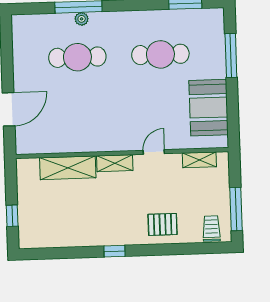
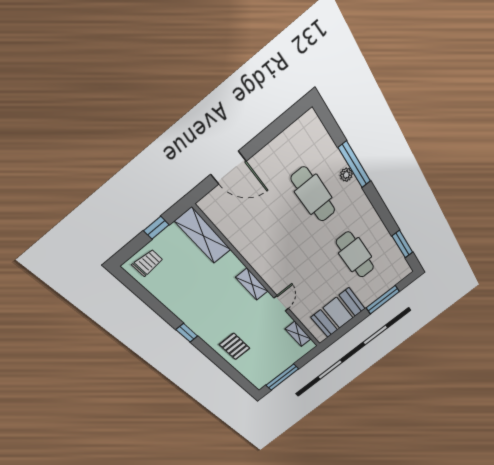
door: (154, 152) -> (281, 303), hinge flipped
shelving: (68, 168) -> (203, 236), moved
window: (12, 216) -> (156, 228), moved
trolley: (211, 228) -> (148, 263), moved

